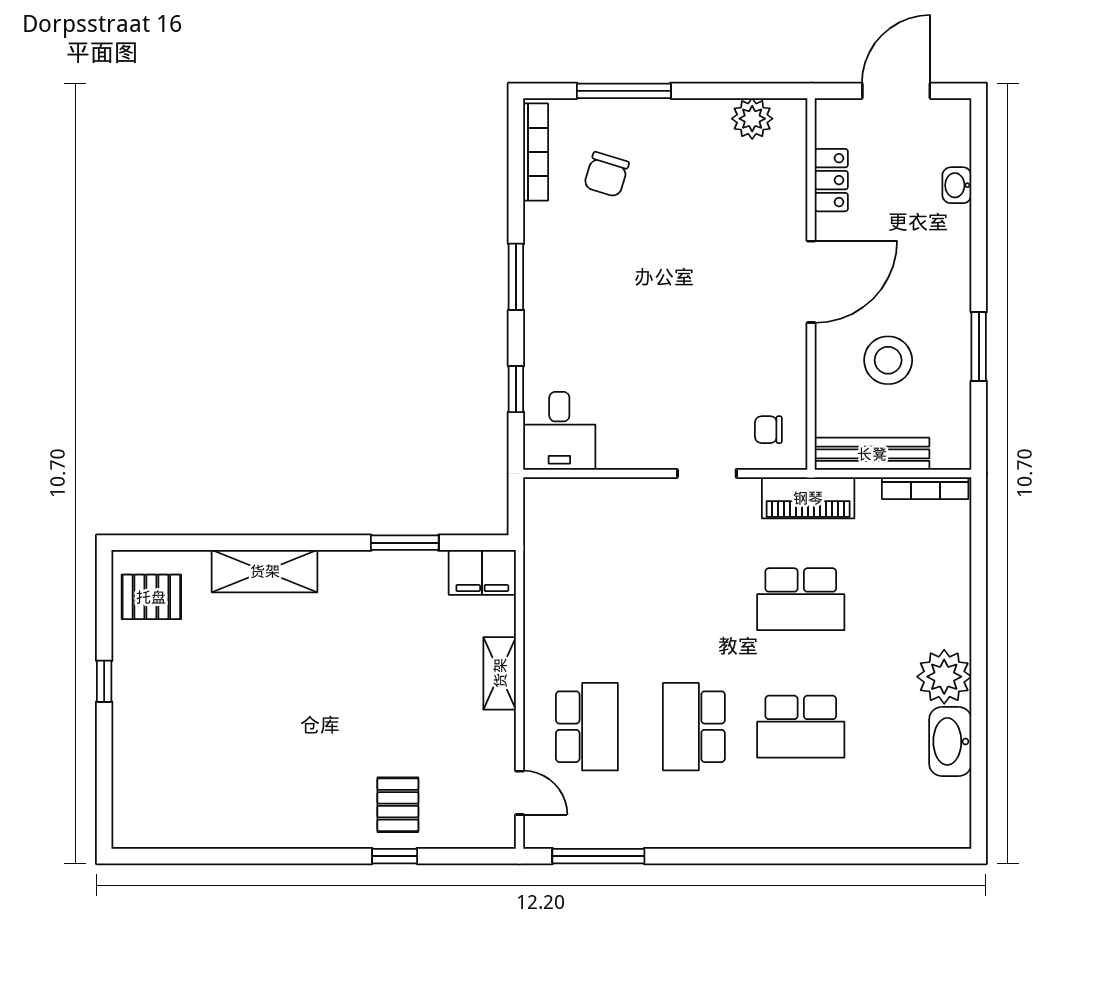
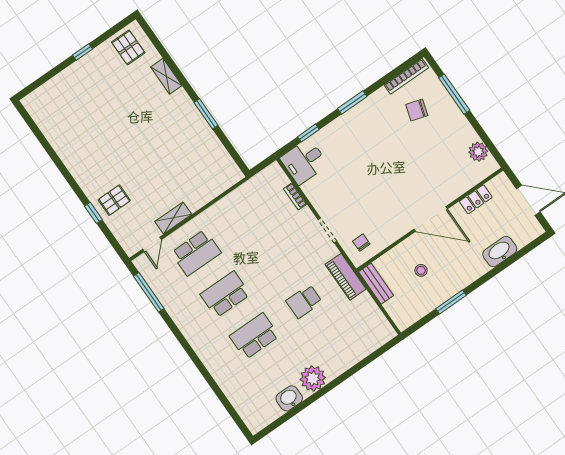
washbasin: (957, 185) -> (500, 252), width x1.91, depth x1.45
stool: (888, 360) -> (421, 270), width x0.53, depth x0.53
bench: (872, 454) -> (376, 284), width x0.73
bookcase: (925, 488) -> (295, 196), moved, width x0.64
window: (405, 543) -> (206, 114), moved
shelving: (265, 571) -> (166, 76), width x0.67, depth x0.75
filing cabinet: (482, 572) -> (228, 170), removed
school desk: (801, 599) -> (304, 301), width x0.54
shelving: (500, 673) -> (173, 218), moved
school desk: (801, 727) -> (254, 336), turned 90
washbasin: (950, 741) -> (289, 398), width x0.72

